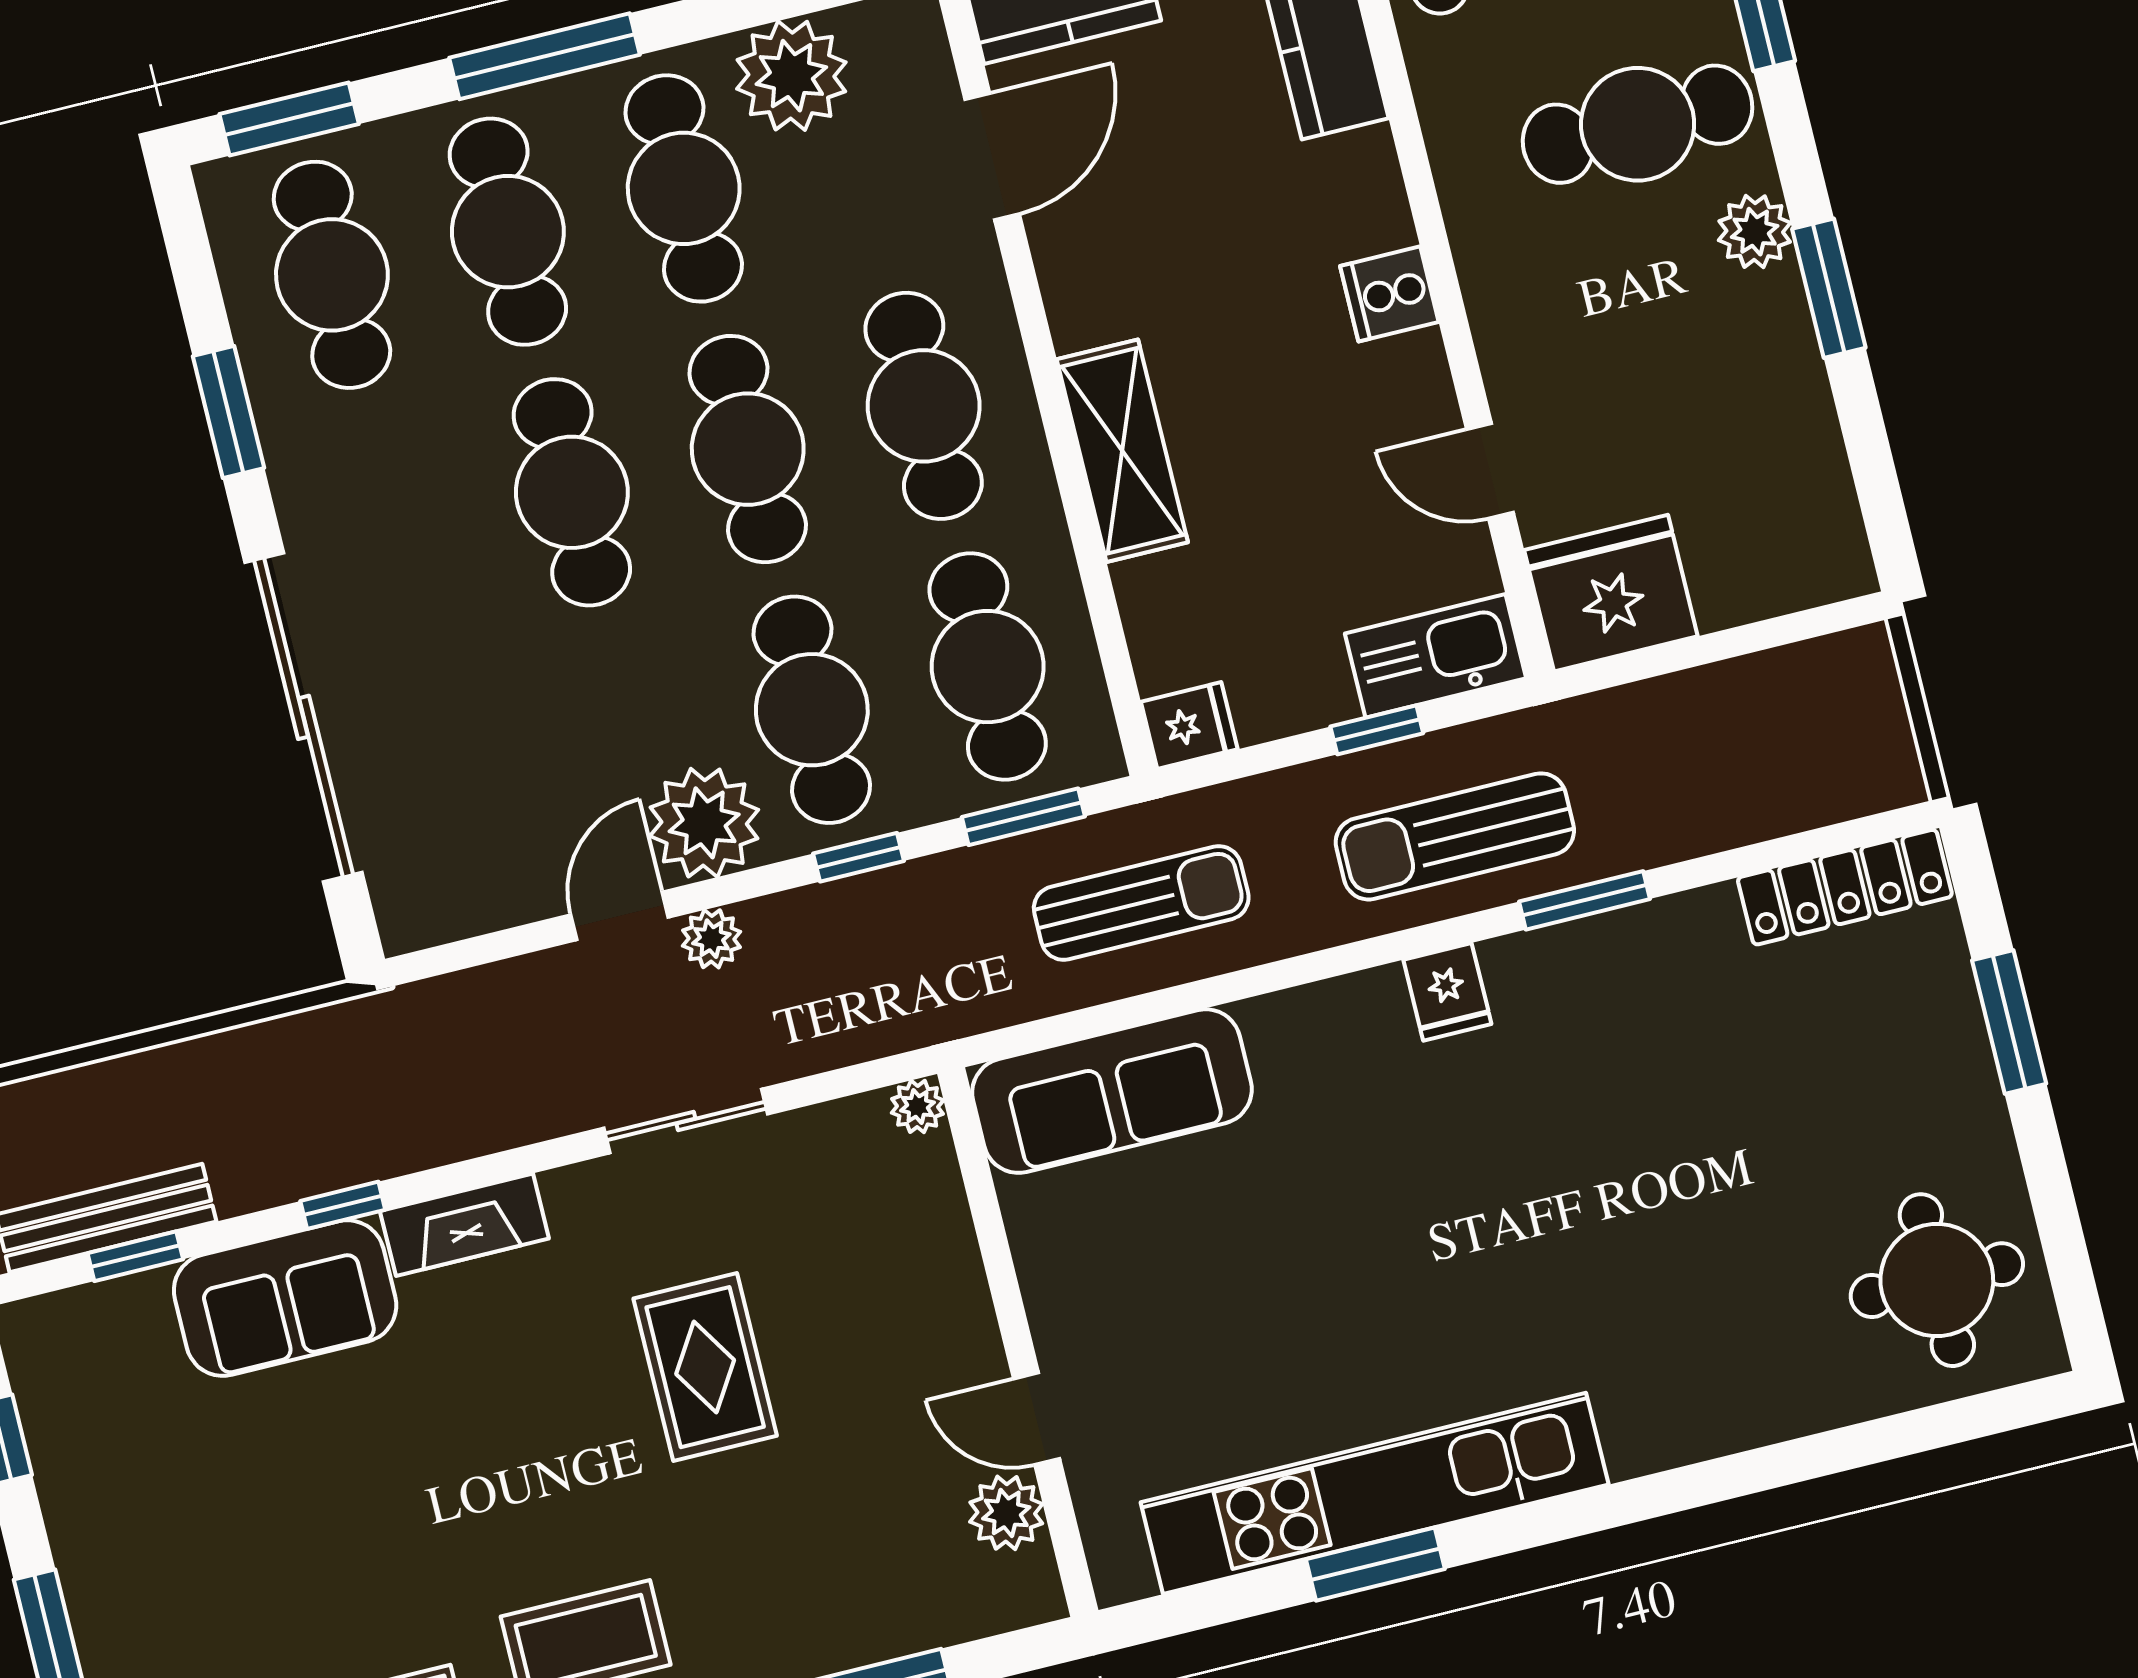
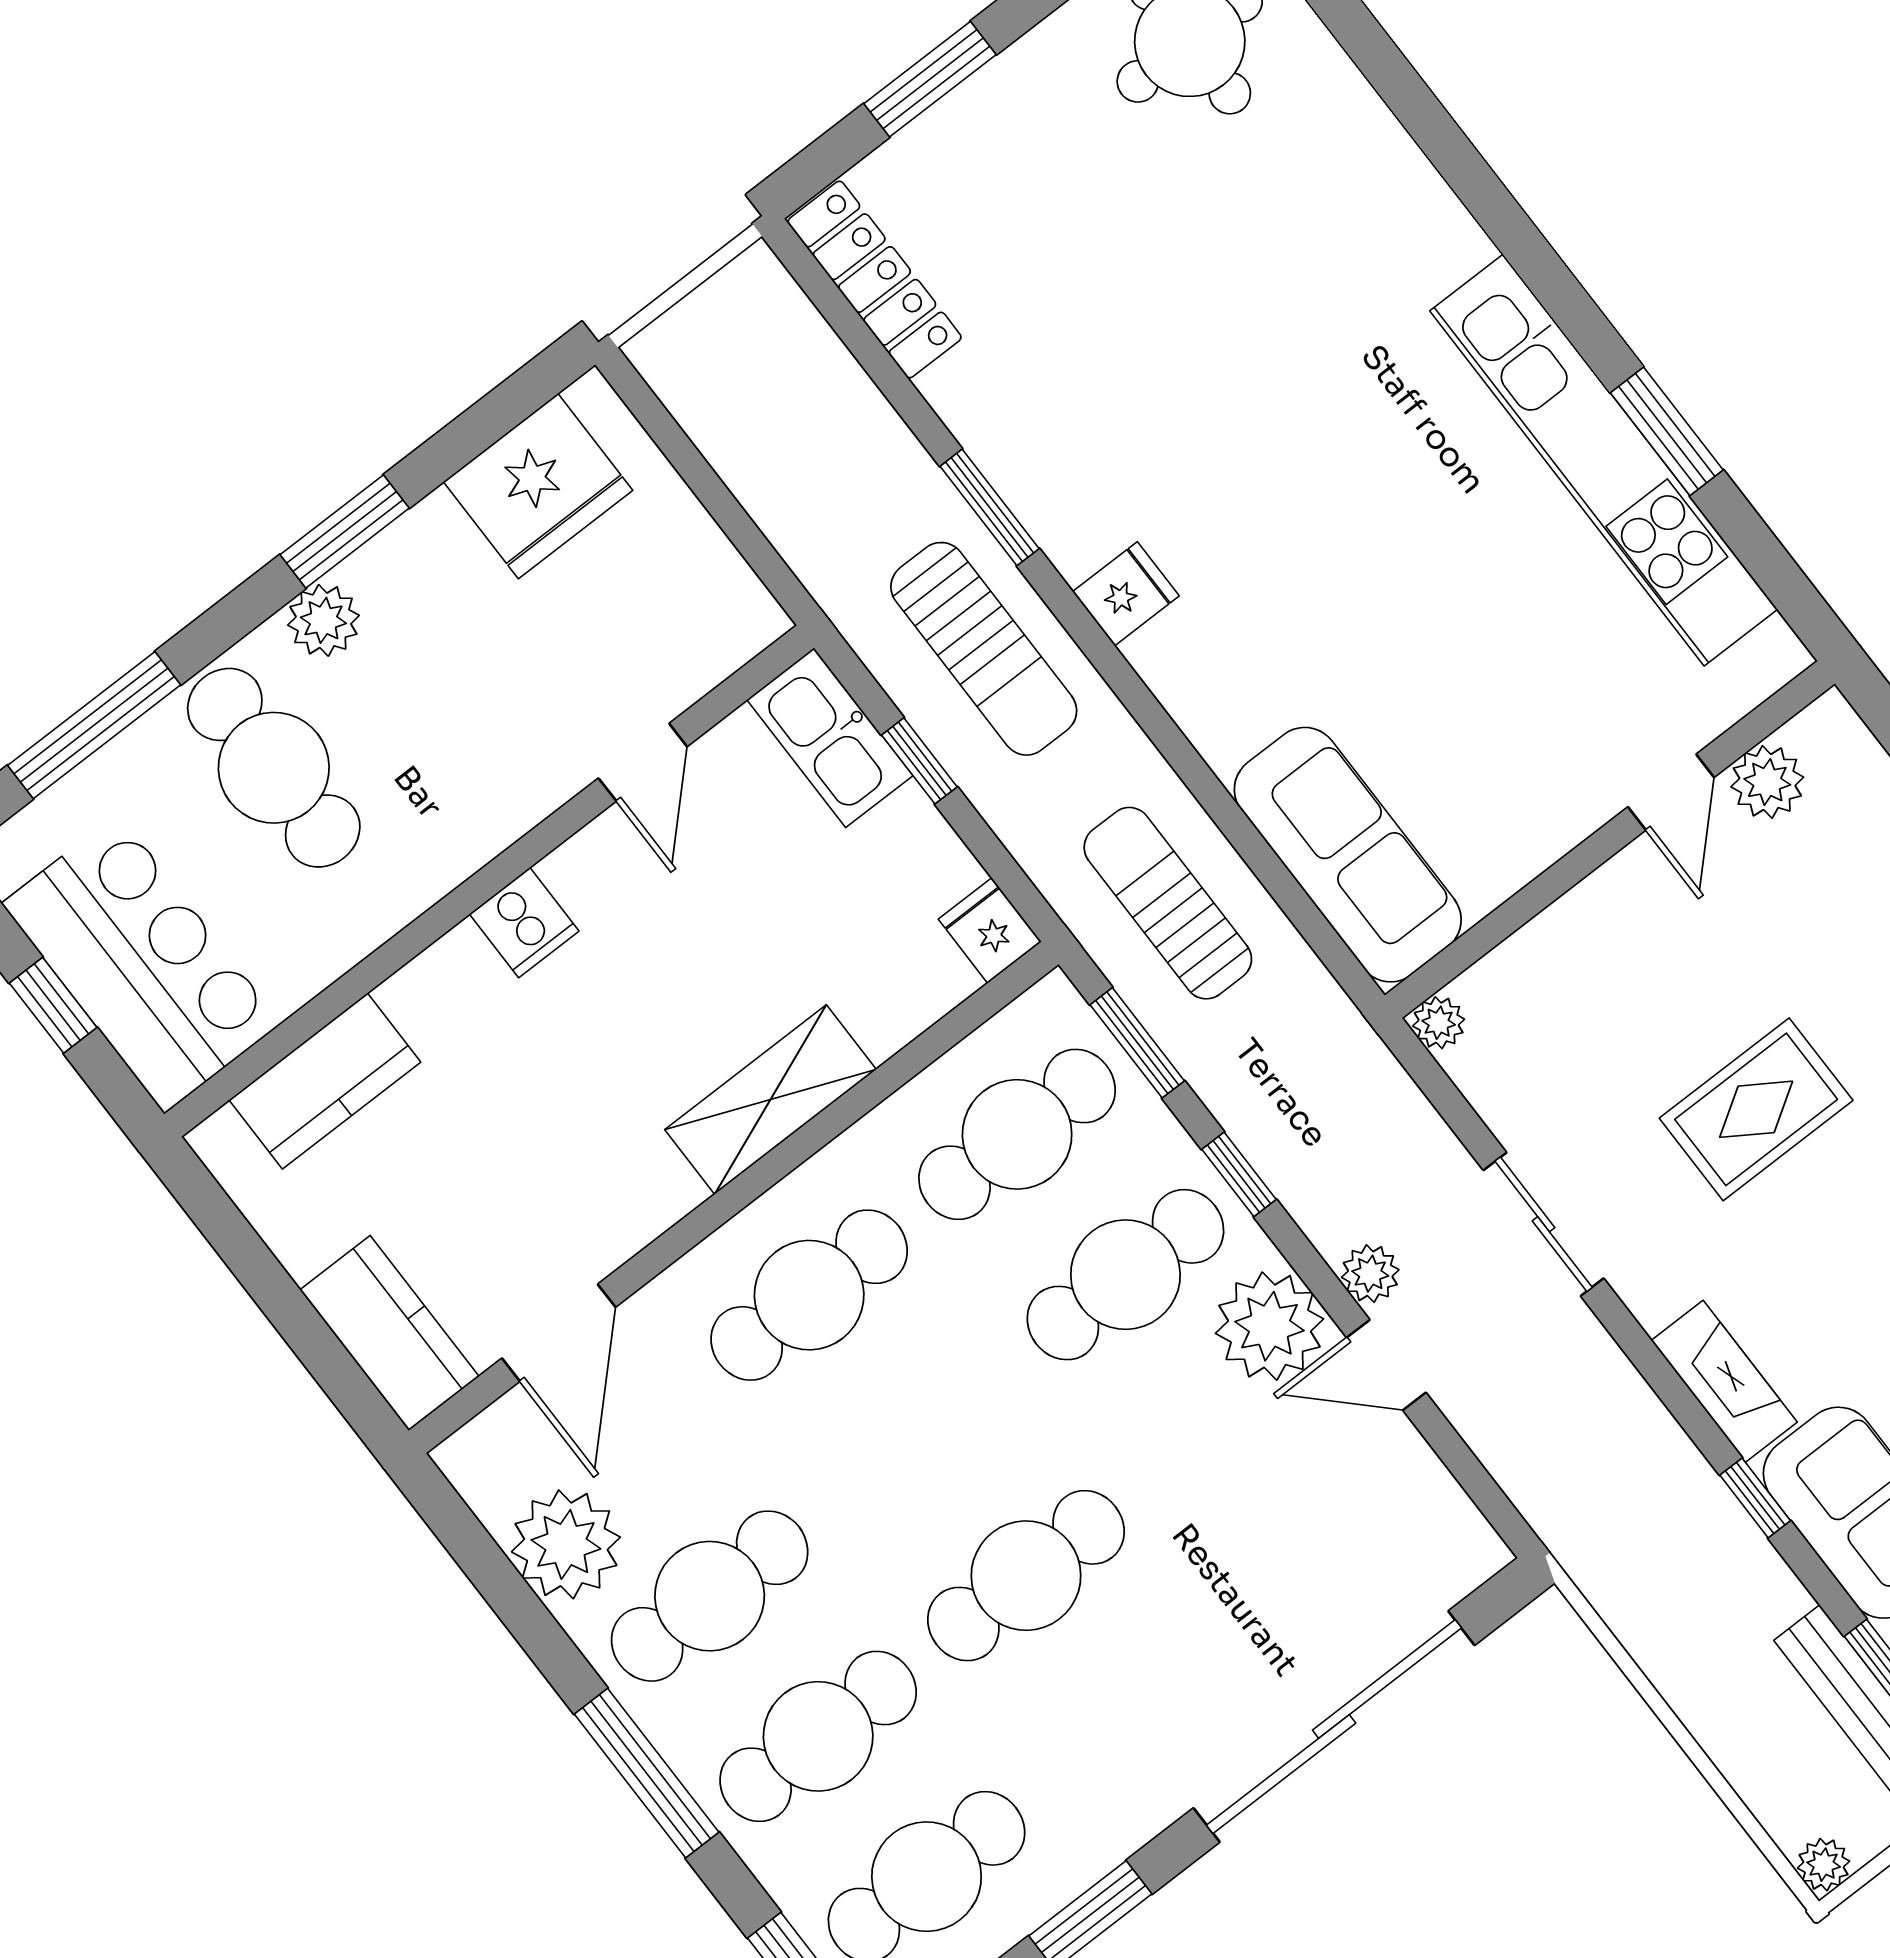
door: (992, 156) -> (559, 1333), swing flipped
cafe table: (748, 449) -> (918, 1435), removed
fridge: (1611, 593) -> (538, 486), moved, turned -90

